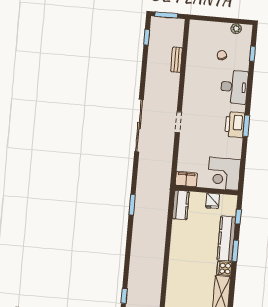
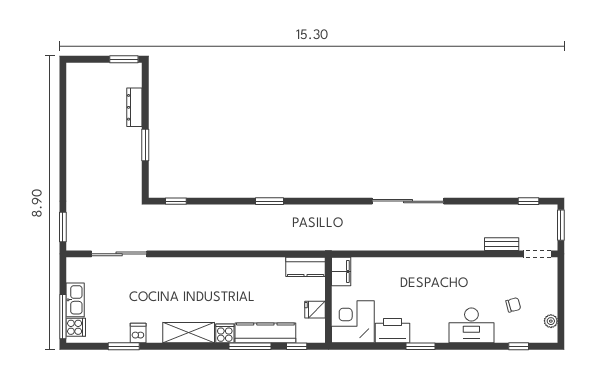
doorway: (178, 122) -> (537, 254), moved
printer: (235, 125) -> (393, 331), moved
window: (132, 205) -> (269, 201), moved
window: (235, 251) -> (250, 346), width x1.44

